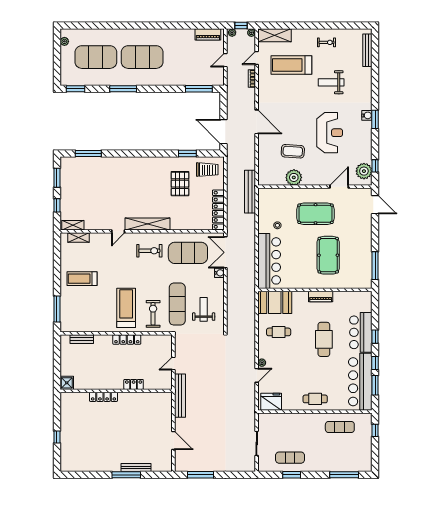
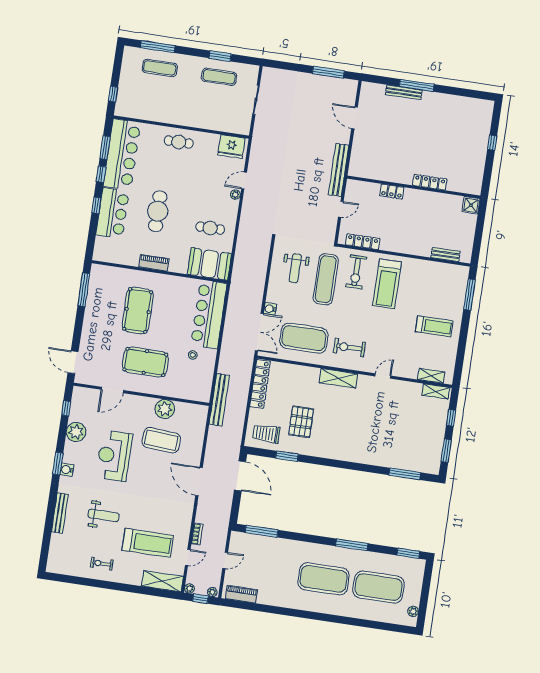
bench: (367, 50) -> (60, 513), moved
coffee table: (293, 151) -> (161, 440), width x1.36, depth x1.32
plant: (364, 171) -> (76, 432), moved
shelving: (147, 224) -> (338, 378), width x0.68
locker: (127, 340) -> (363, 242), moved
exercise mat: (340, 427) -> (160, 68), moved

